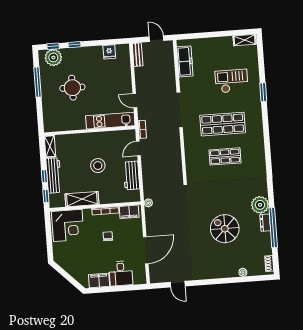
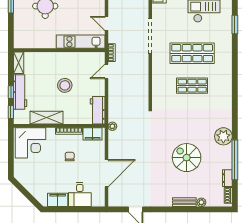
workbench: (131, 175) -> (98, 110), moved
dresser: (265, 223) -> (227, 178), moved
bench: (226, 273) -> (184, 202), added

